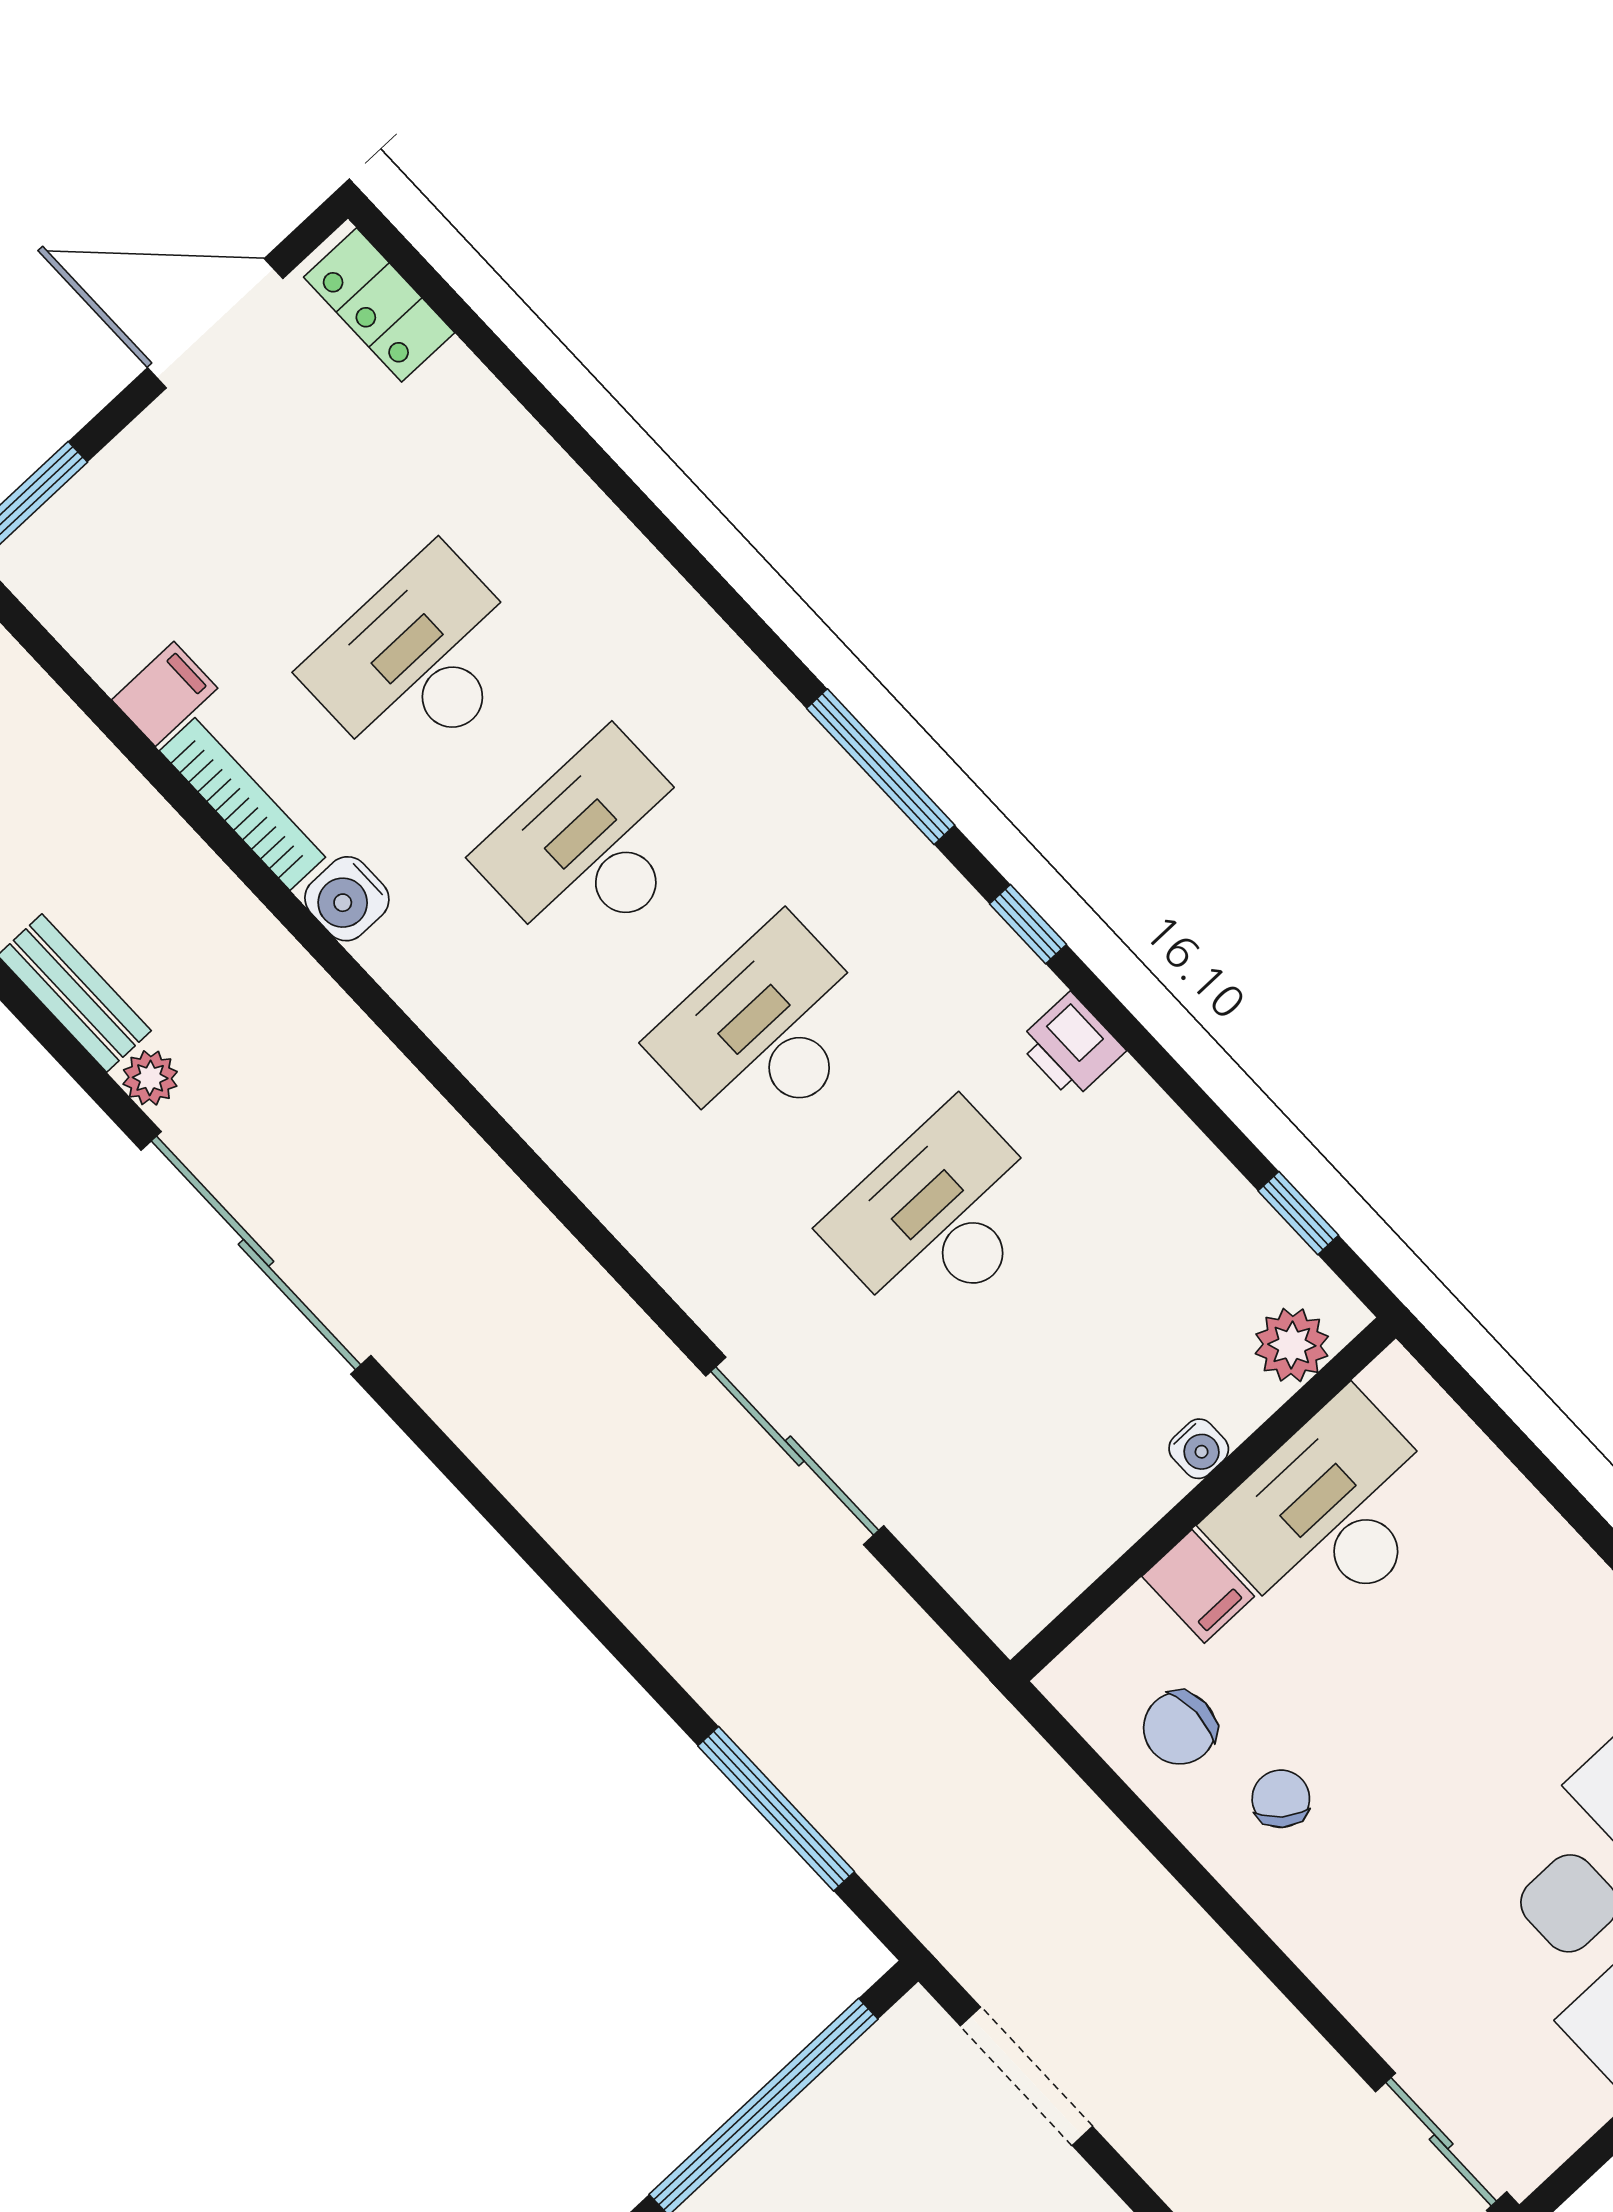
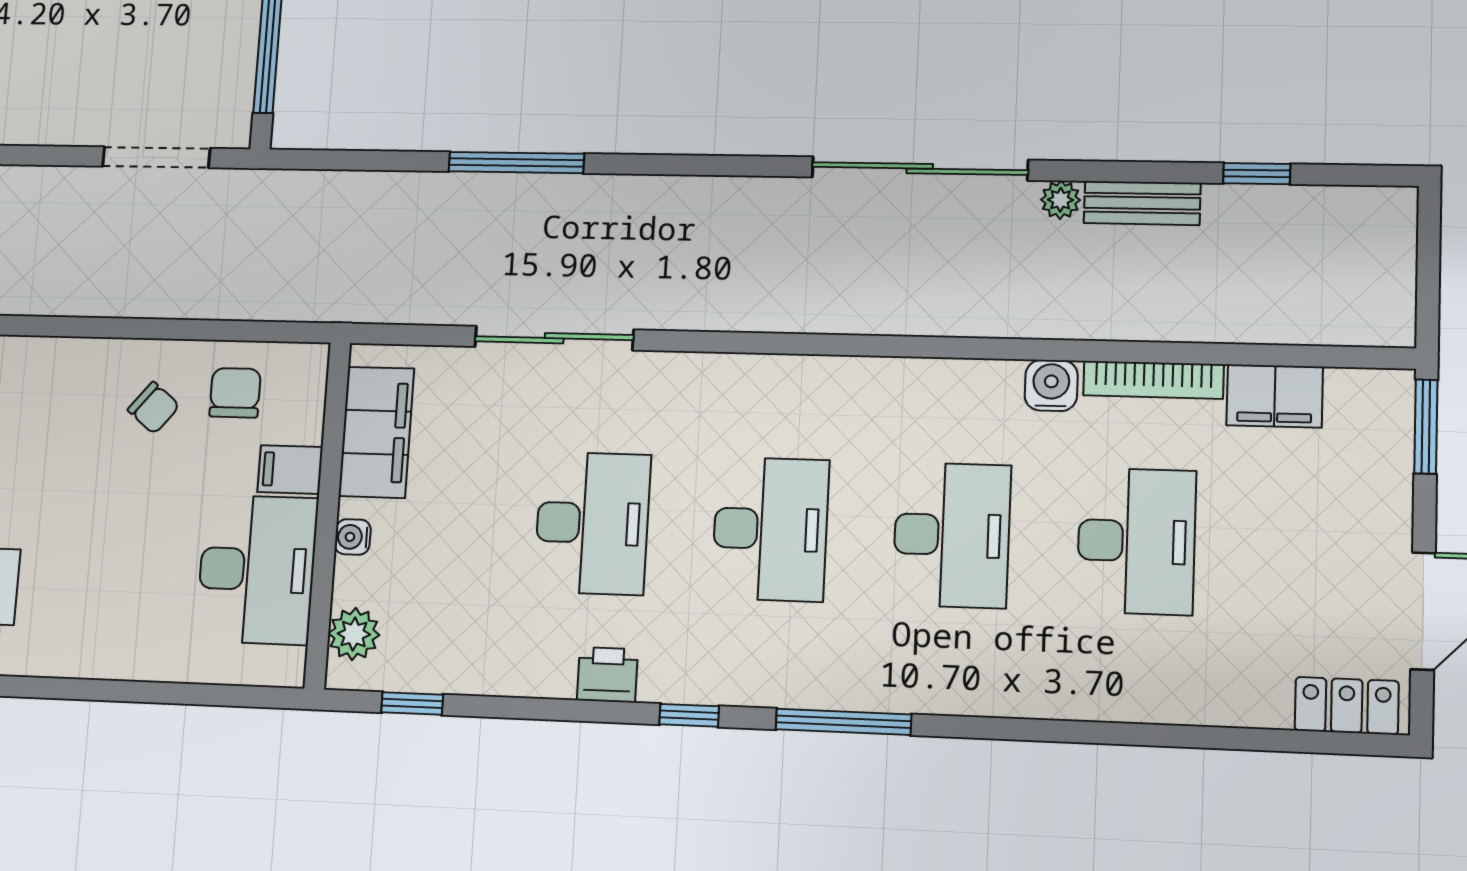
filing cabinet: (165, 694) -> (1275, 396), width x2.00
filing cabinet: (1071, 1536) -> (376, 432), added
window: (776, 1809) -> (516, 163), moved

